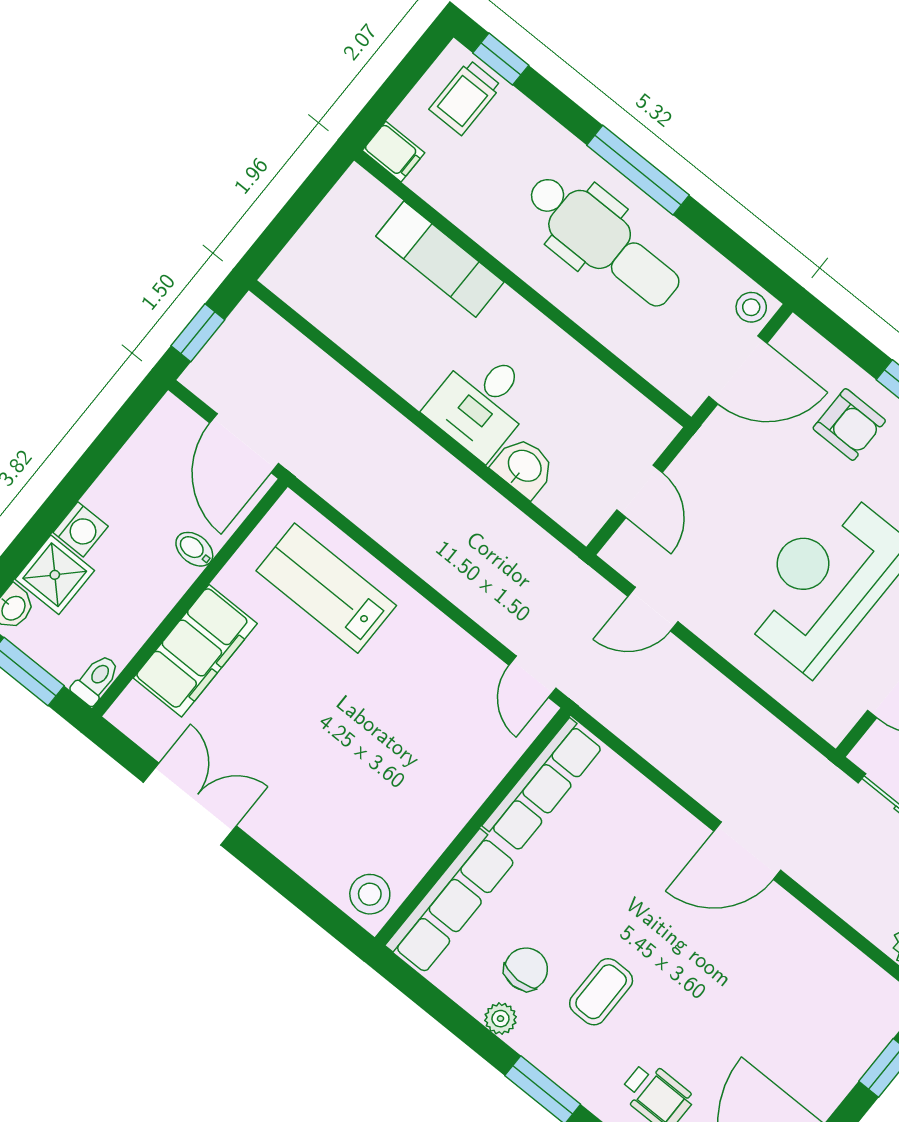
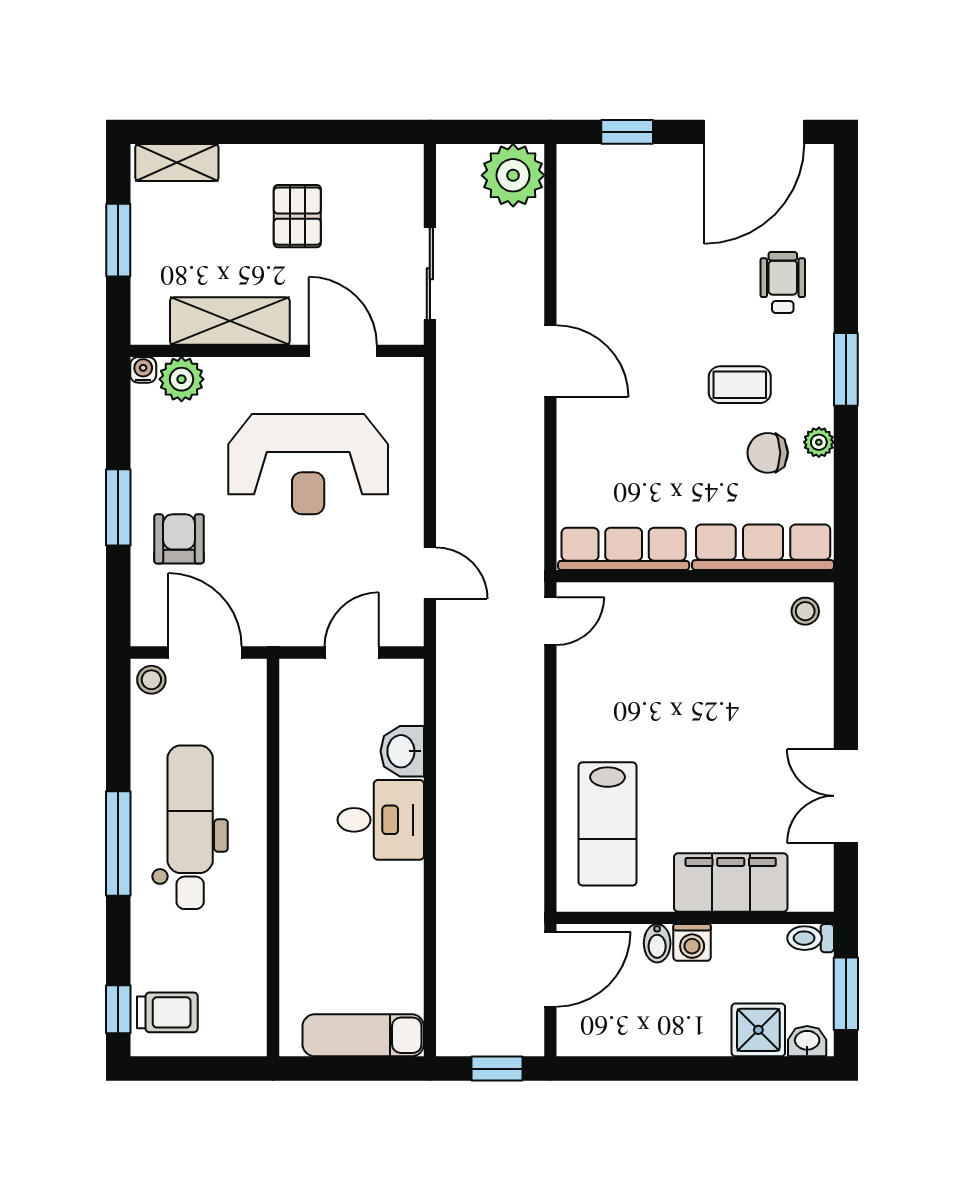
filing cabinet: (393, 152) -> (249, 1033), removed
exam couch: (440, 259) -> (363, 1035), moved, turned -90
washing machine: (81, 529) -> (692, 942), moved, turned 180
stool: (370, 894) -> (805, 611), width x0.73, depth x0.73

